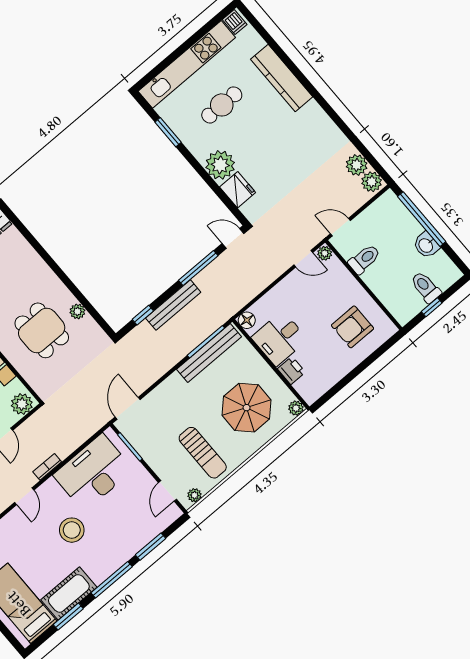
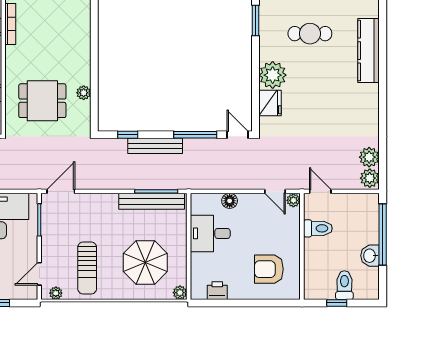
floor lamp: (247, 320) -> (230, 201), moved
dining table: (42, 330) -> (42, 101), moved, turned 90
printer: (291, 370) -> (217, 291), moved, turned -90

